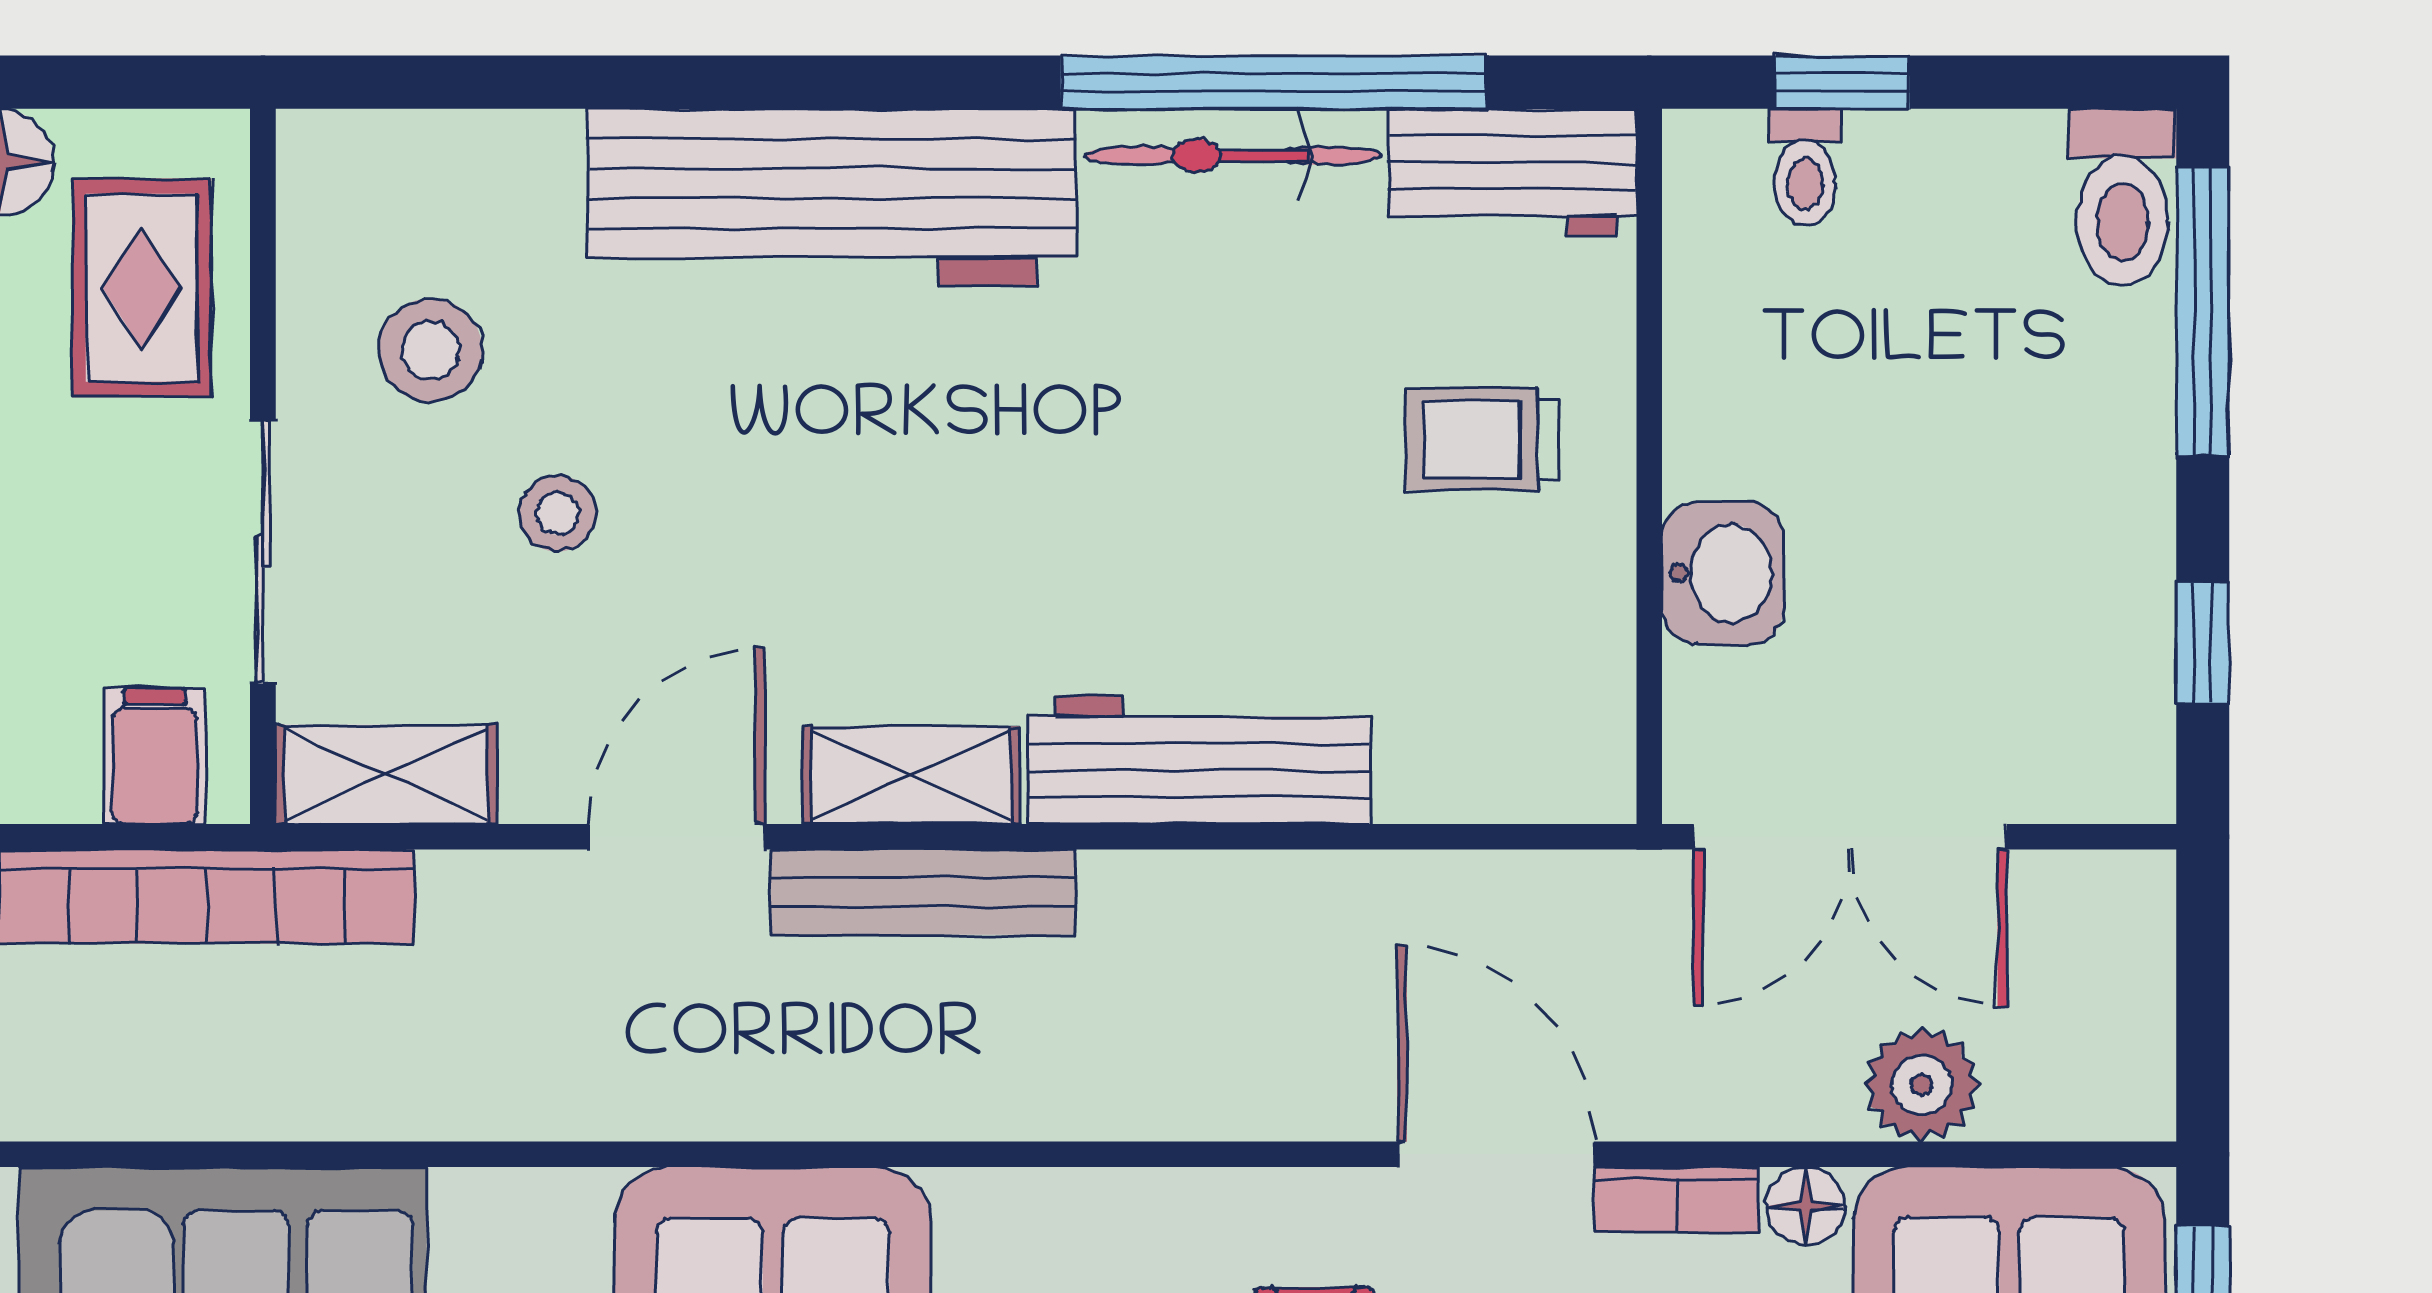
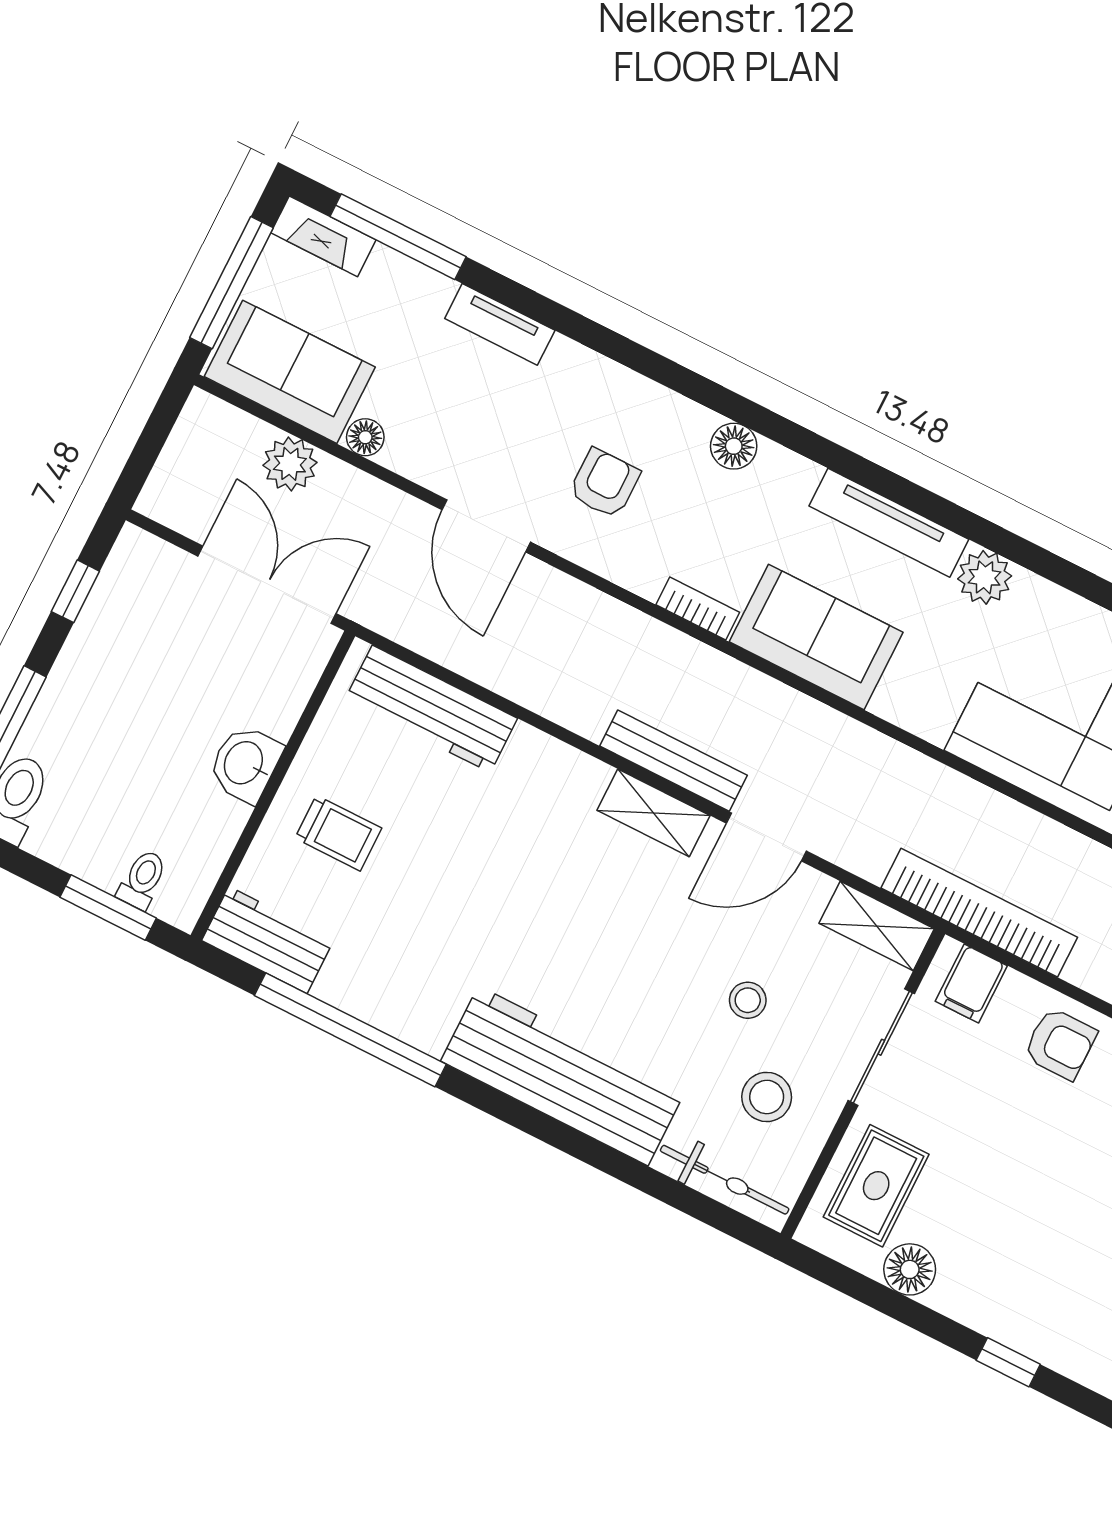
window: (1843, 82) -> (108, 908), width x1.50
bicycle: (1232, 156) -> (725, 1180), moved
washbasin: (1723, 573) -> (245, 763), moved
workbench: (1199, 760) -> (431, 709), moved
bookcase: (1677, 1200) -> (698, 609), moved

